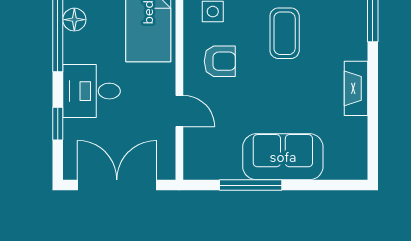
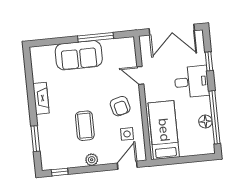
armchair: (220, 61) -> (120, 106), turned -104

